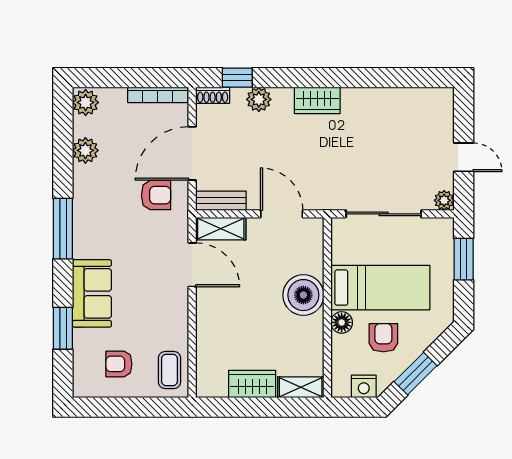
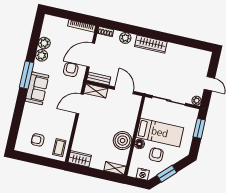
window: (237, 78) -> (118, 26), removed
wardrobe: (317, 100) -> (151, 44), width x1.50
plant: (86, 102) -> (42, 55), moved
armchair: (156, 195) -> (71, 70), turned -90
door: (192, 265) -> (80, 104), swing flipped
sofa: (92, 293) -> (37, 88), moved
boiler: (303, 295) -> (123, 141), moved
window: (63, 328) -> (17, 119), removed
wardrobe: (252, 384) -> (80, 159), moved

